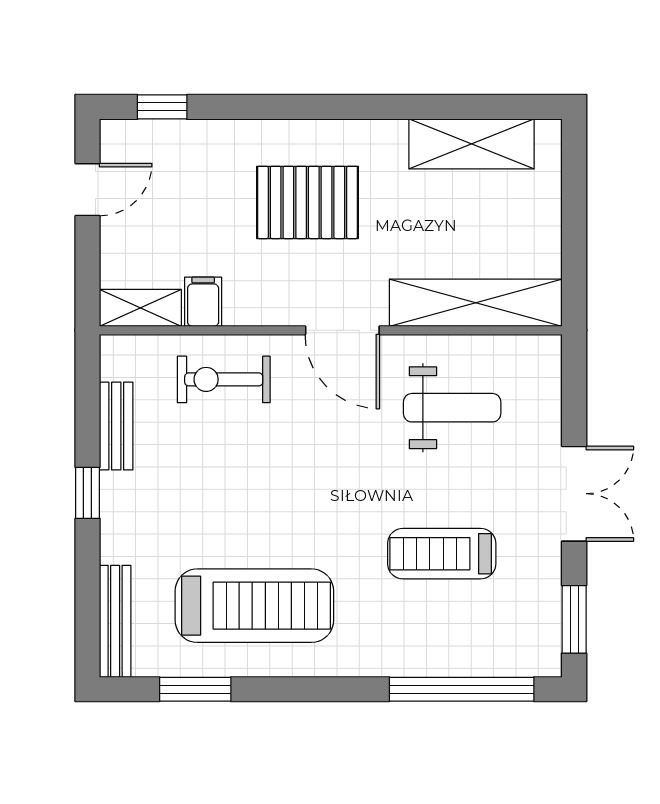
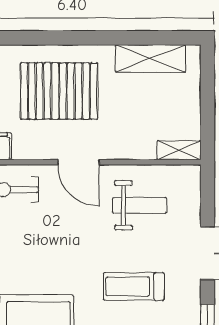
pallet: (307, 202) -> (59, 91), width x1.37, depth x1.41
shelving: (476, 303) -> (179, 150), width x0.45, depth x0.75

